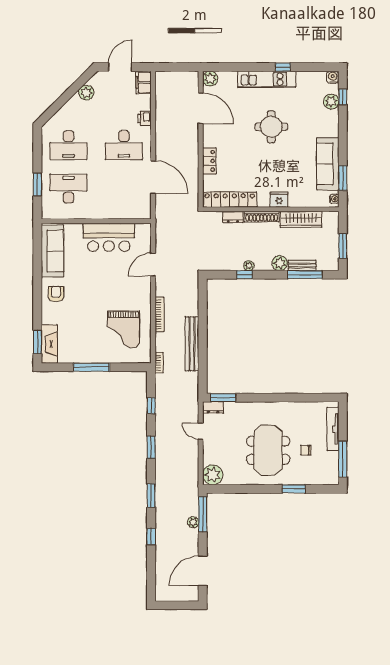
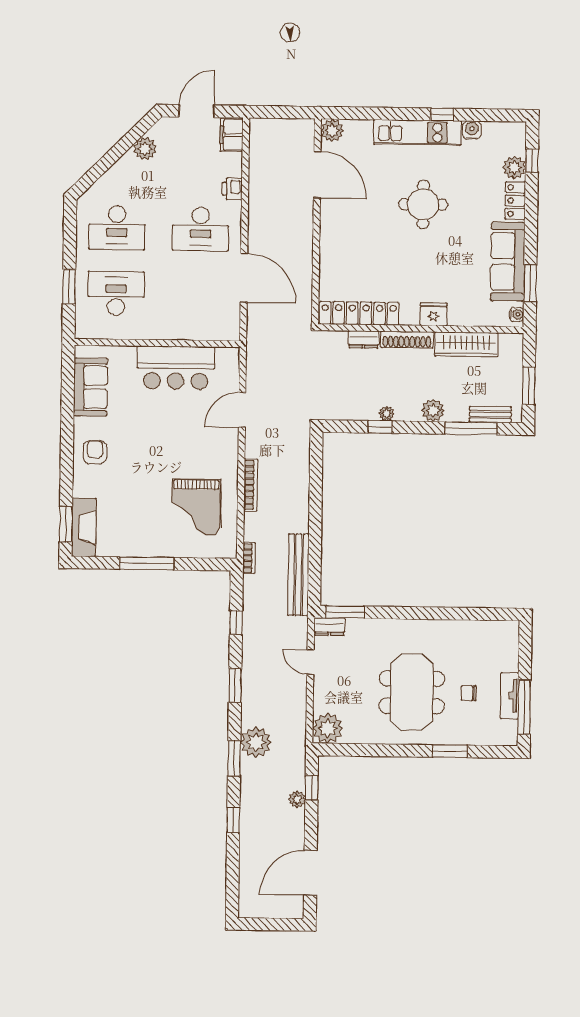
water cooler: (333, 77) -> (472, 130), moved
locker: (209, 161) -> (515, 201), moved, turned 180
sofa: (52, 251) -> (90, 387), width x0.73
bench: (302, 265) -> (490, 414), moved
bench: (192, 344) -> (298, 575), moved
tv unit: (333, 429) -> (510, 696), moved, width x0.71
plant: (165, 485) -> (256, 742), added
window: (203, 514) -> (312, 788), width x0.46

